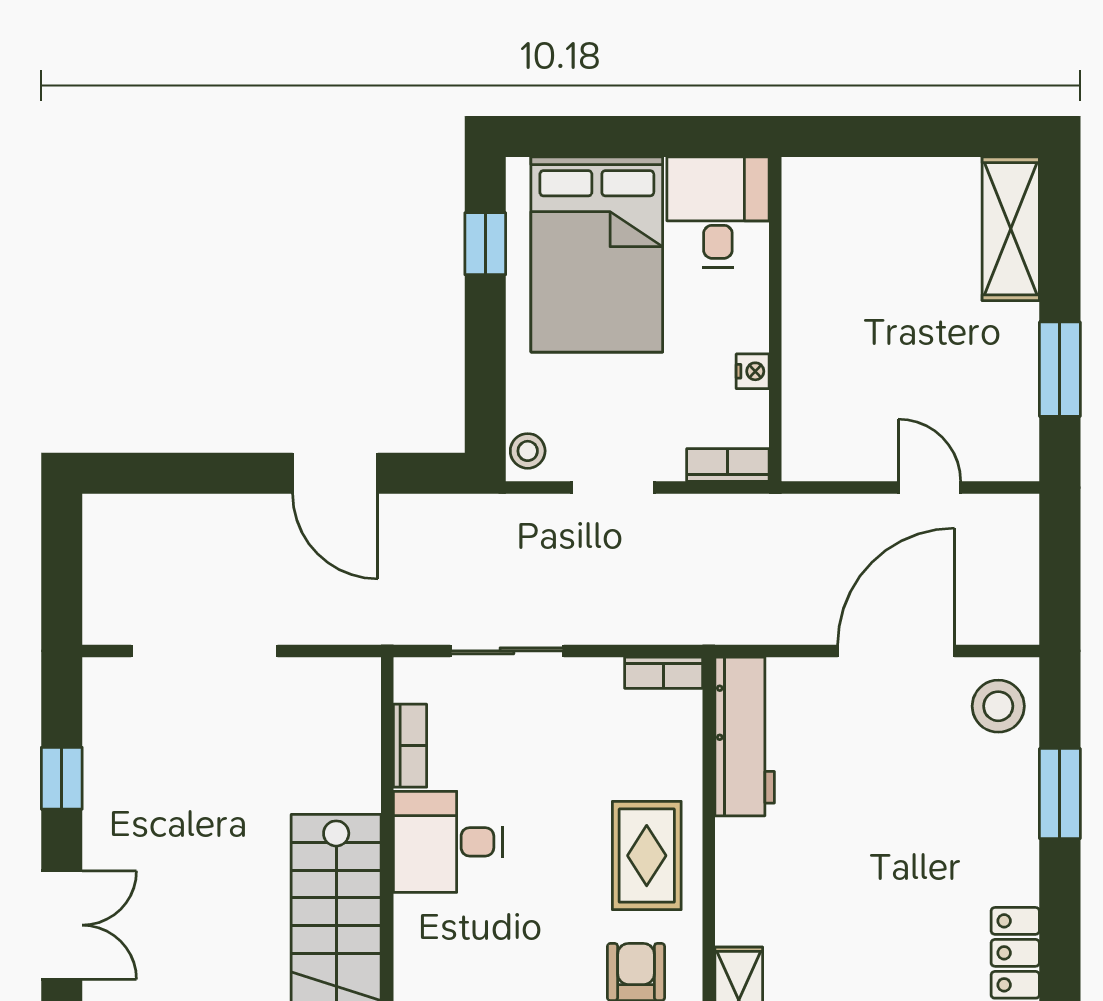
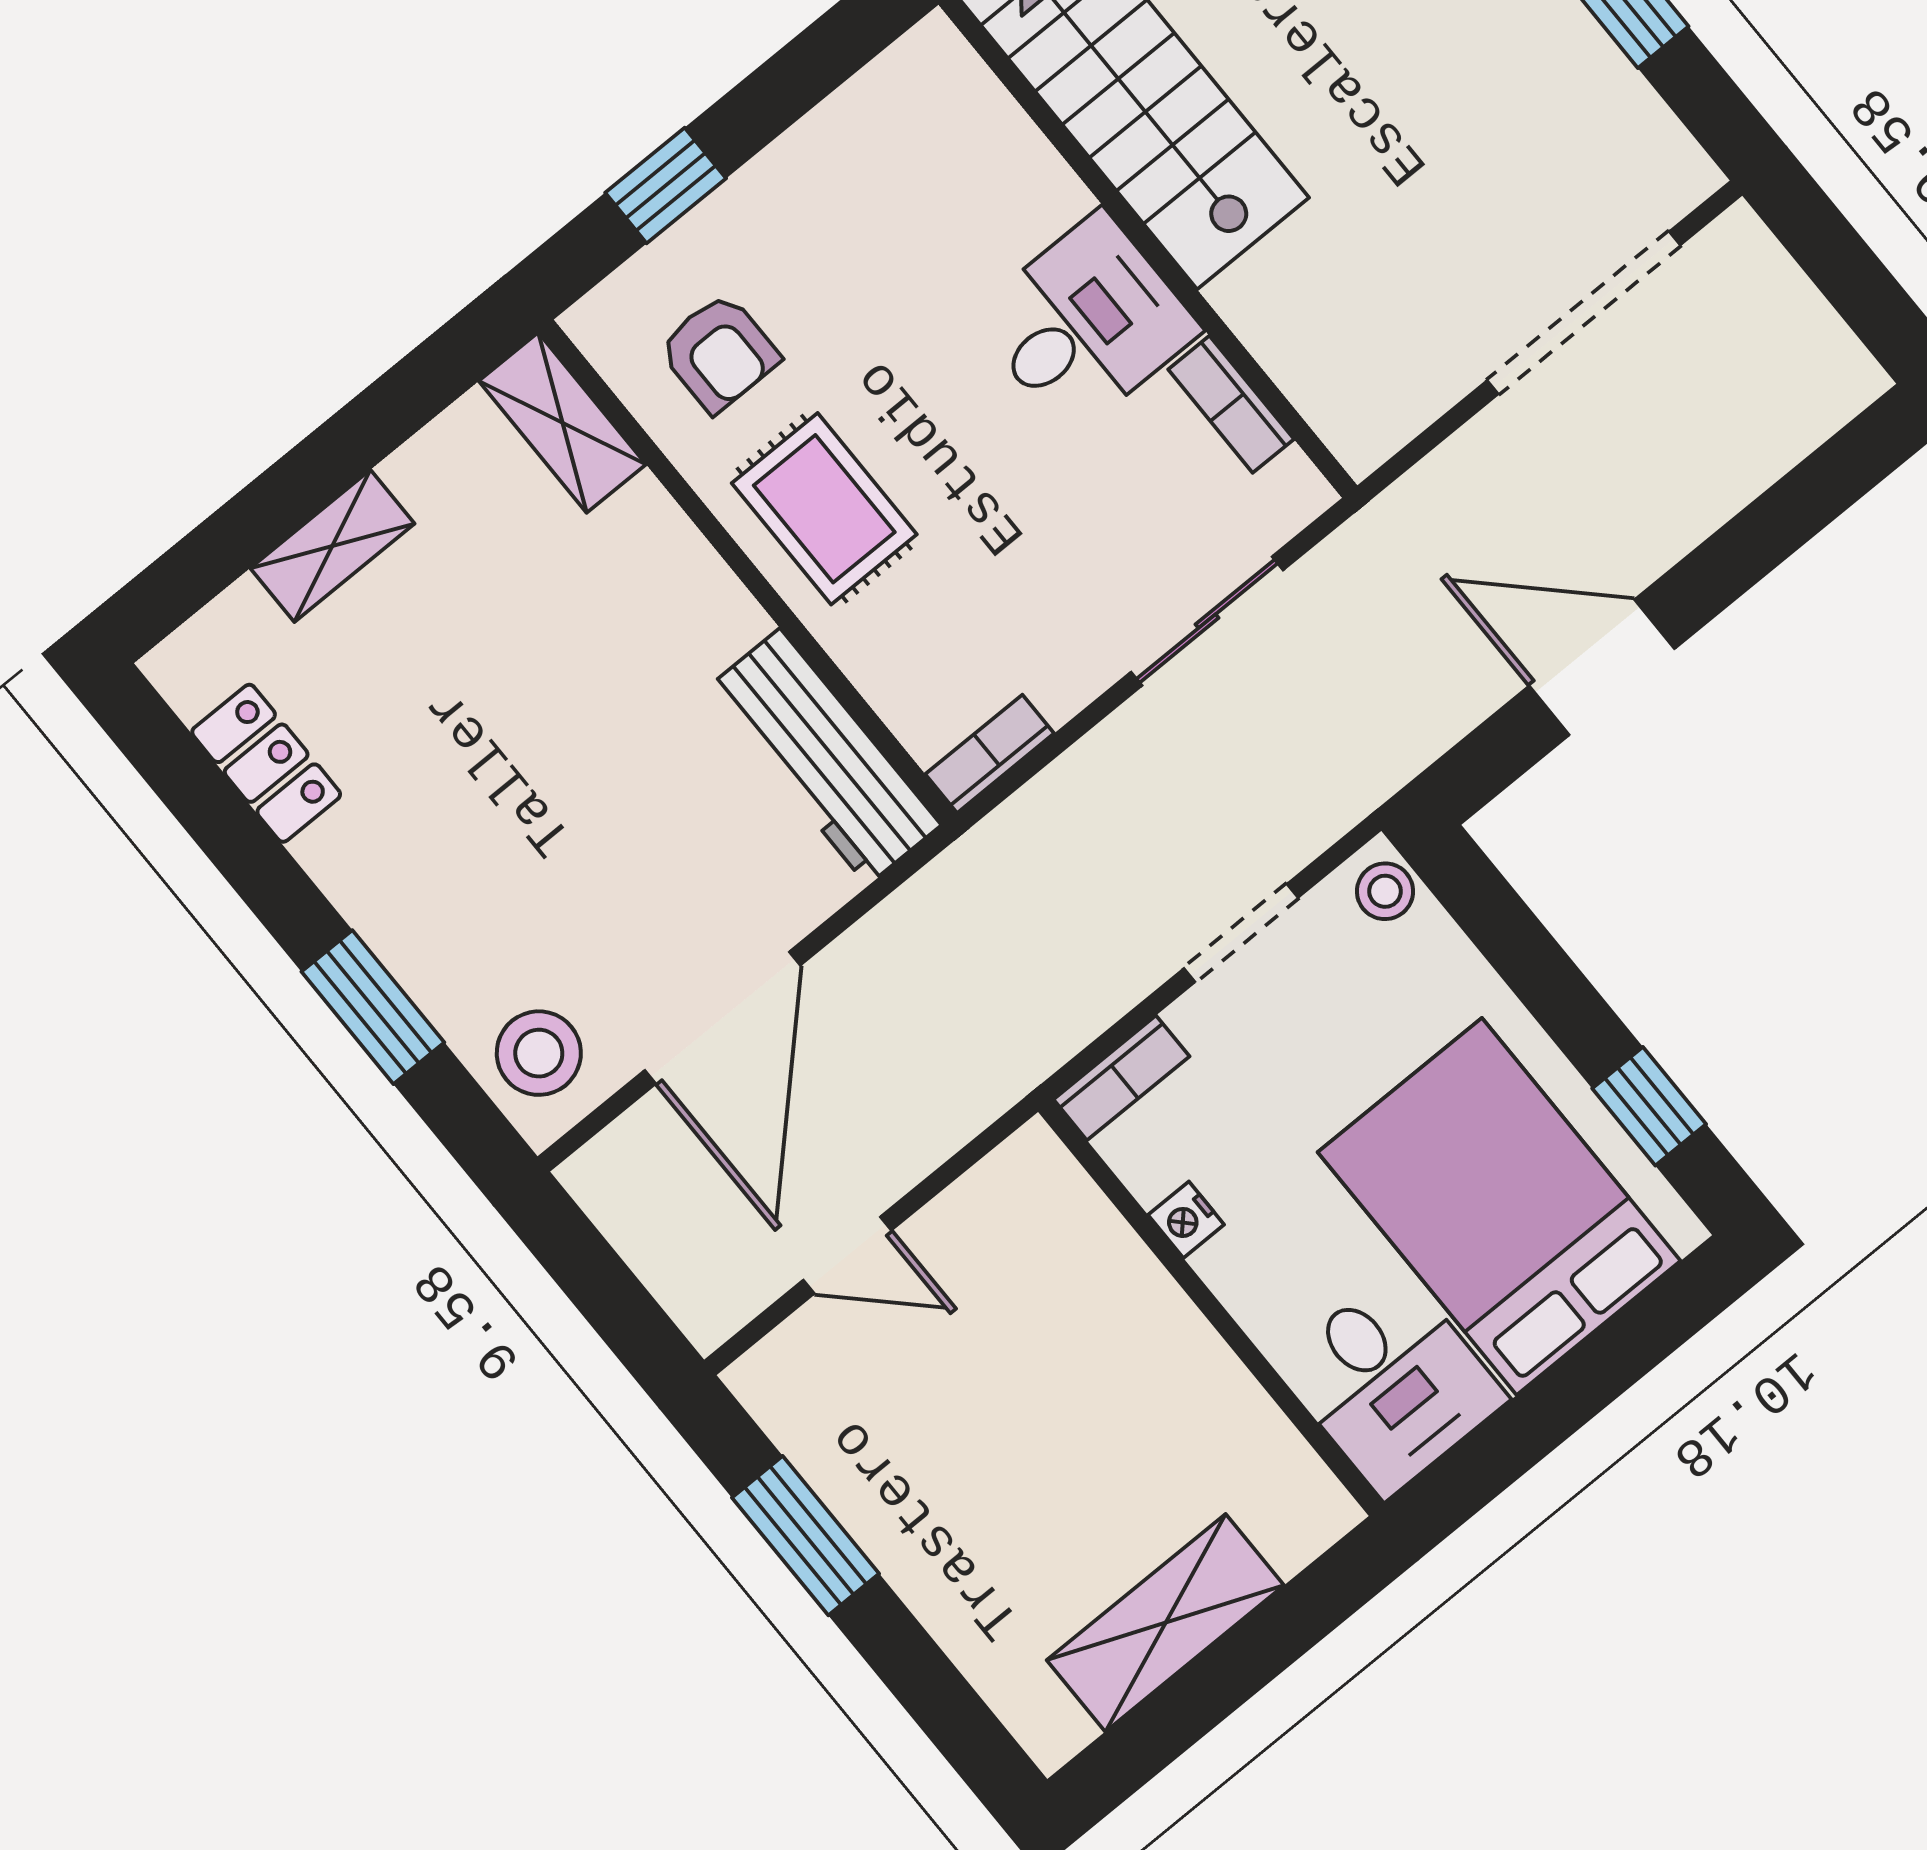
shelving: (1011, 229) -> (1165, 1623), moved, turned 90

